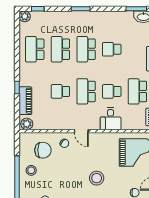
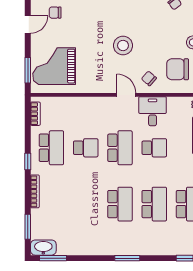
school desk: (112, 49) -> (86, 204), removed
desk: (111, 119) -> (153, 111), moved
stool: (97, 178) -> (123, 45), moved

